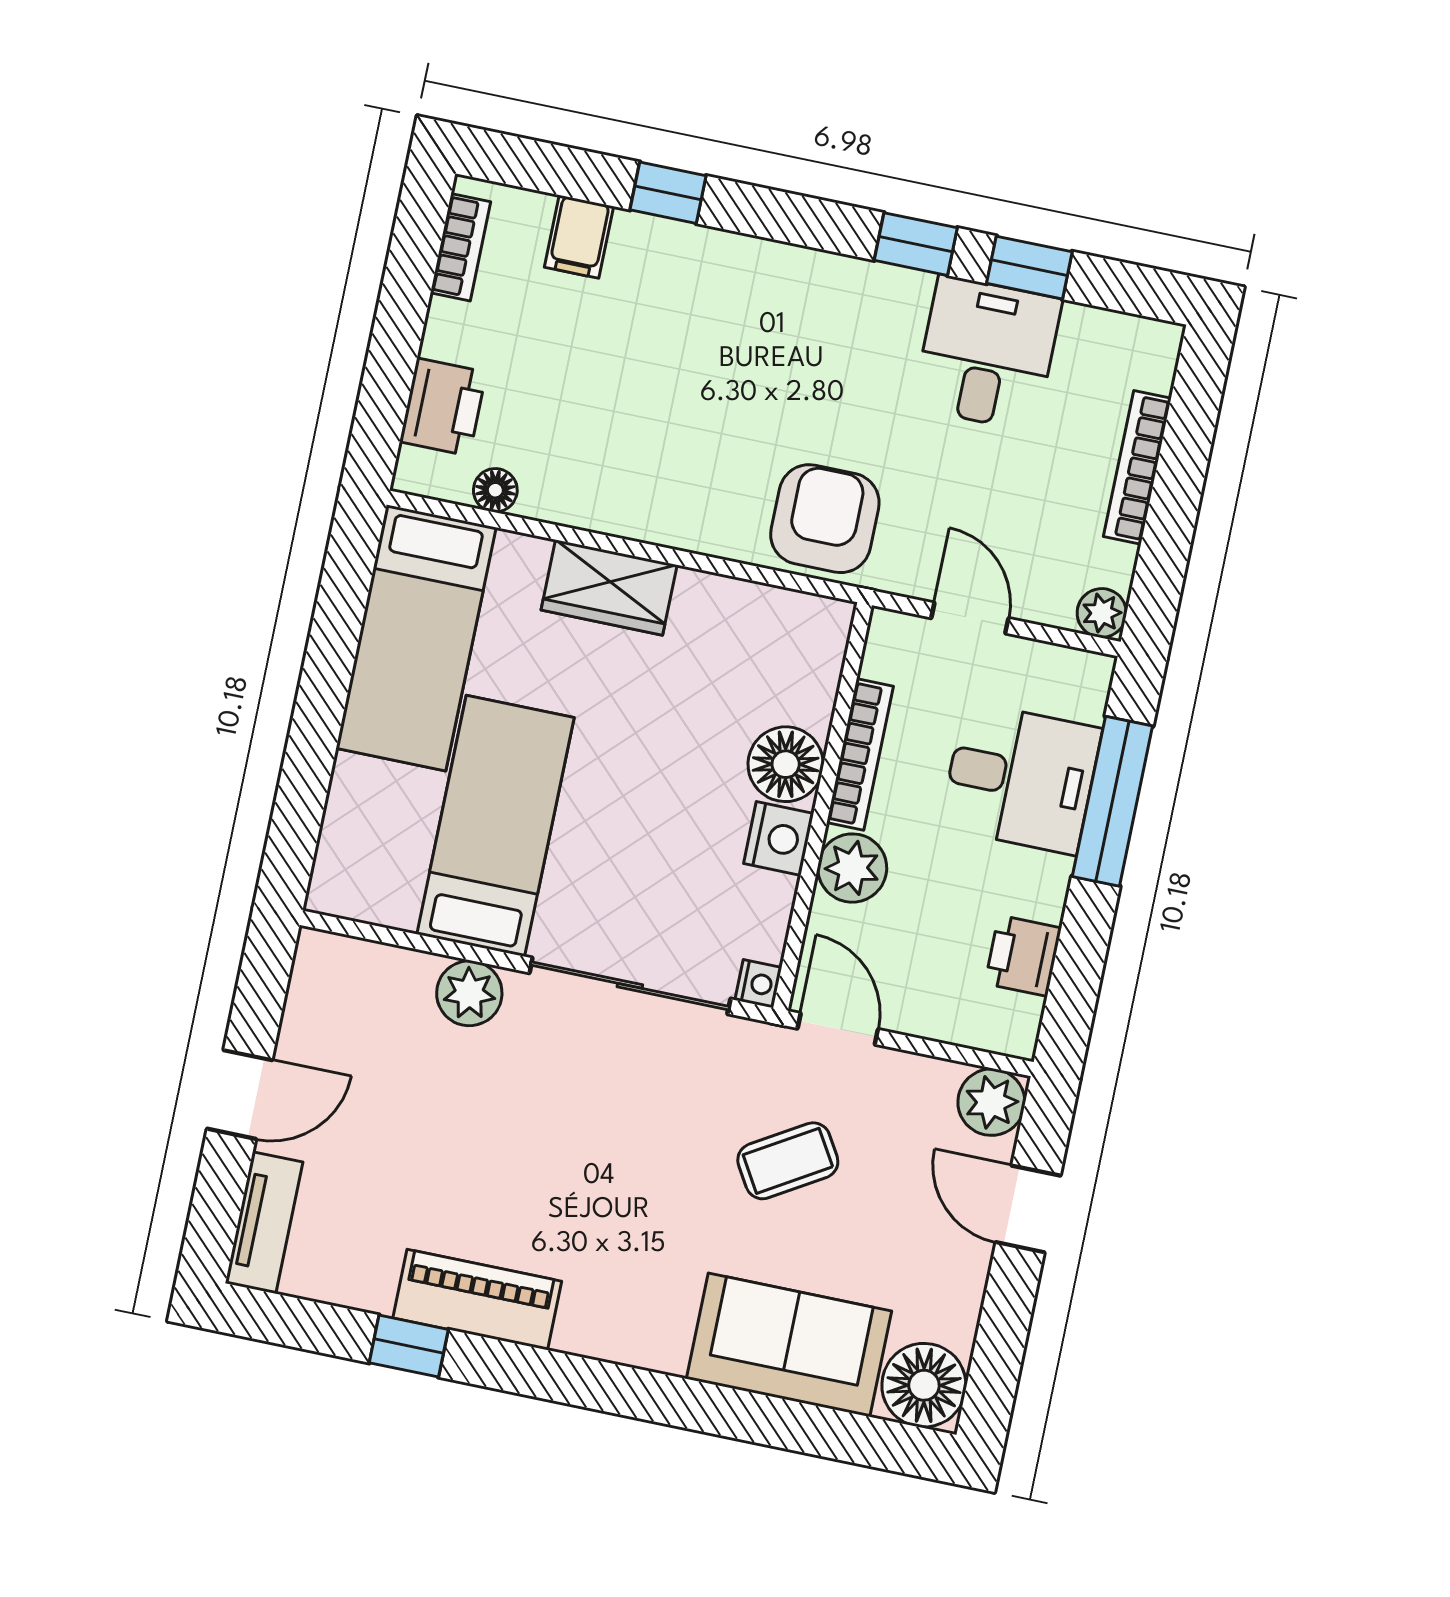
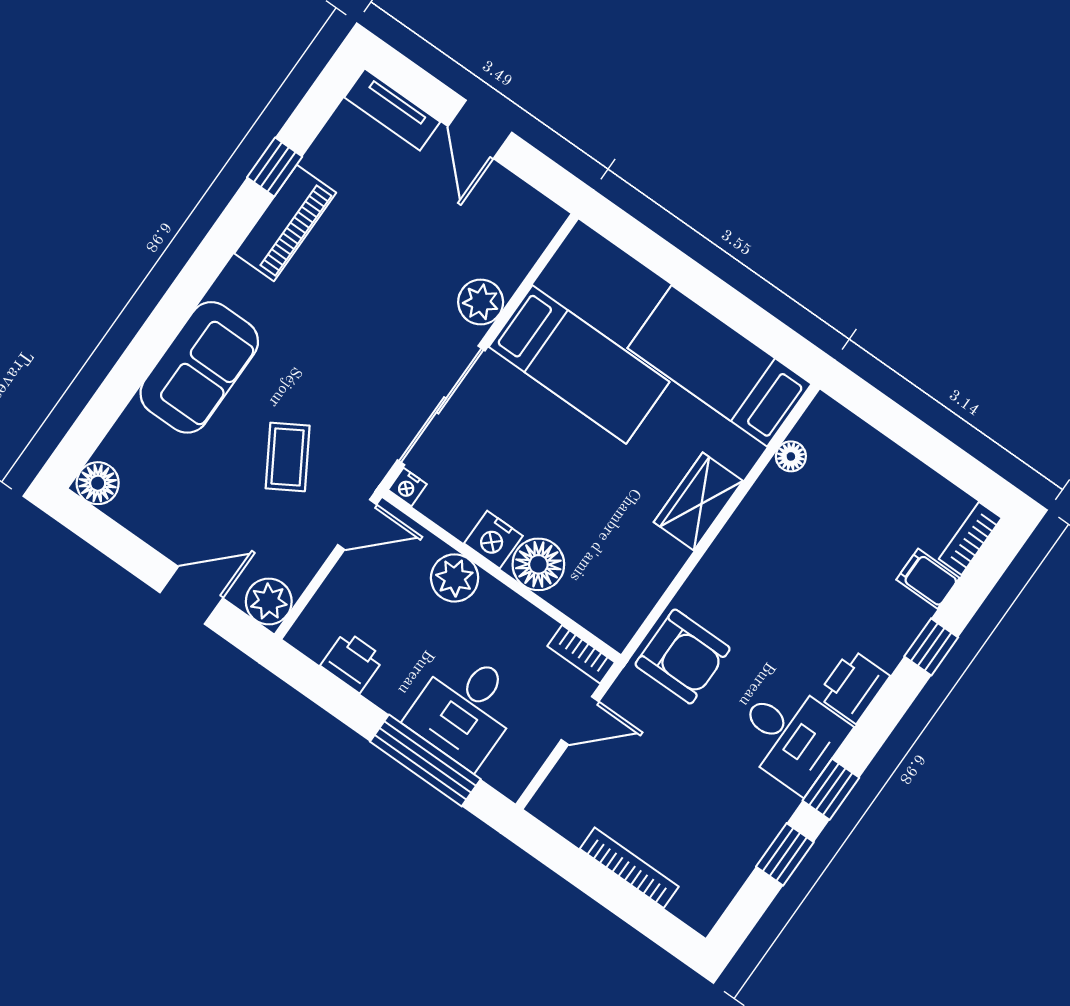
bookcase: (461, 247) -> (970, 538), moved, turned 90
desk: (987, 353) -> (791, 736), moved
printer: (443, 407) -> (853, 686), moved, turned 90
plant: (1102, 613) -> (547, 805), removed
bookcase: (860, 754) -> (581, 654), moved, width x0.64
sofa: (789, 1345) -> (199, 367), moved
floor lamp: (924, 1385) -> (98, 483), width x0.73, depth x0.73

